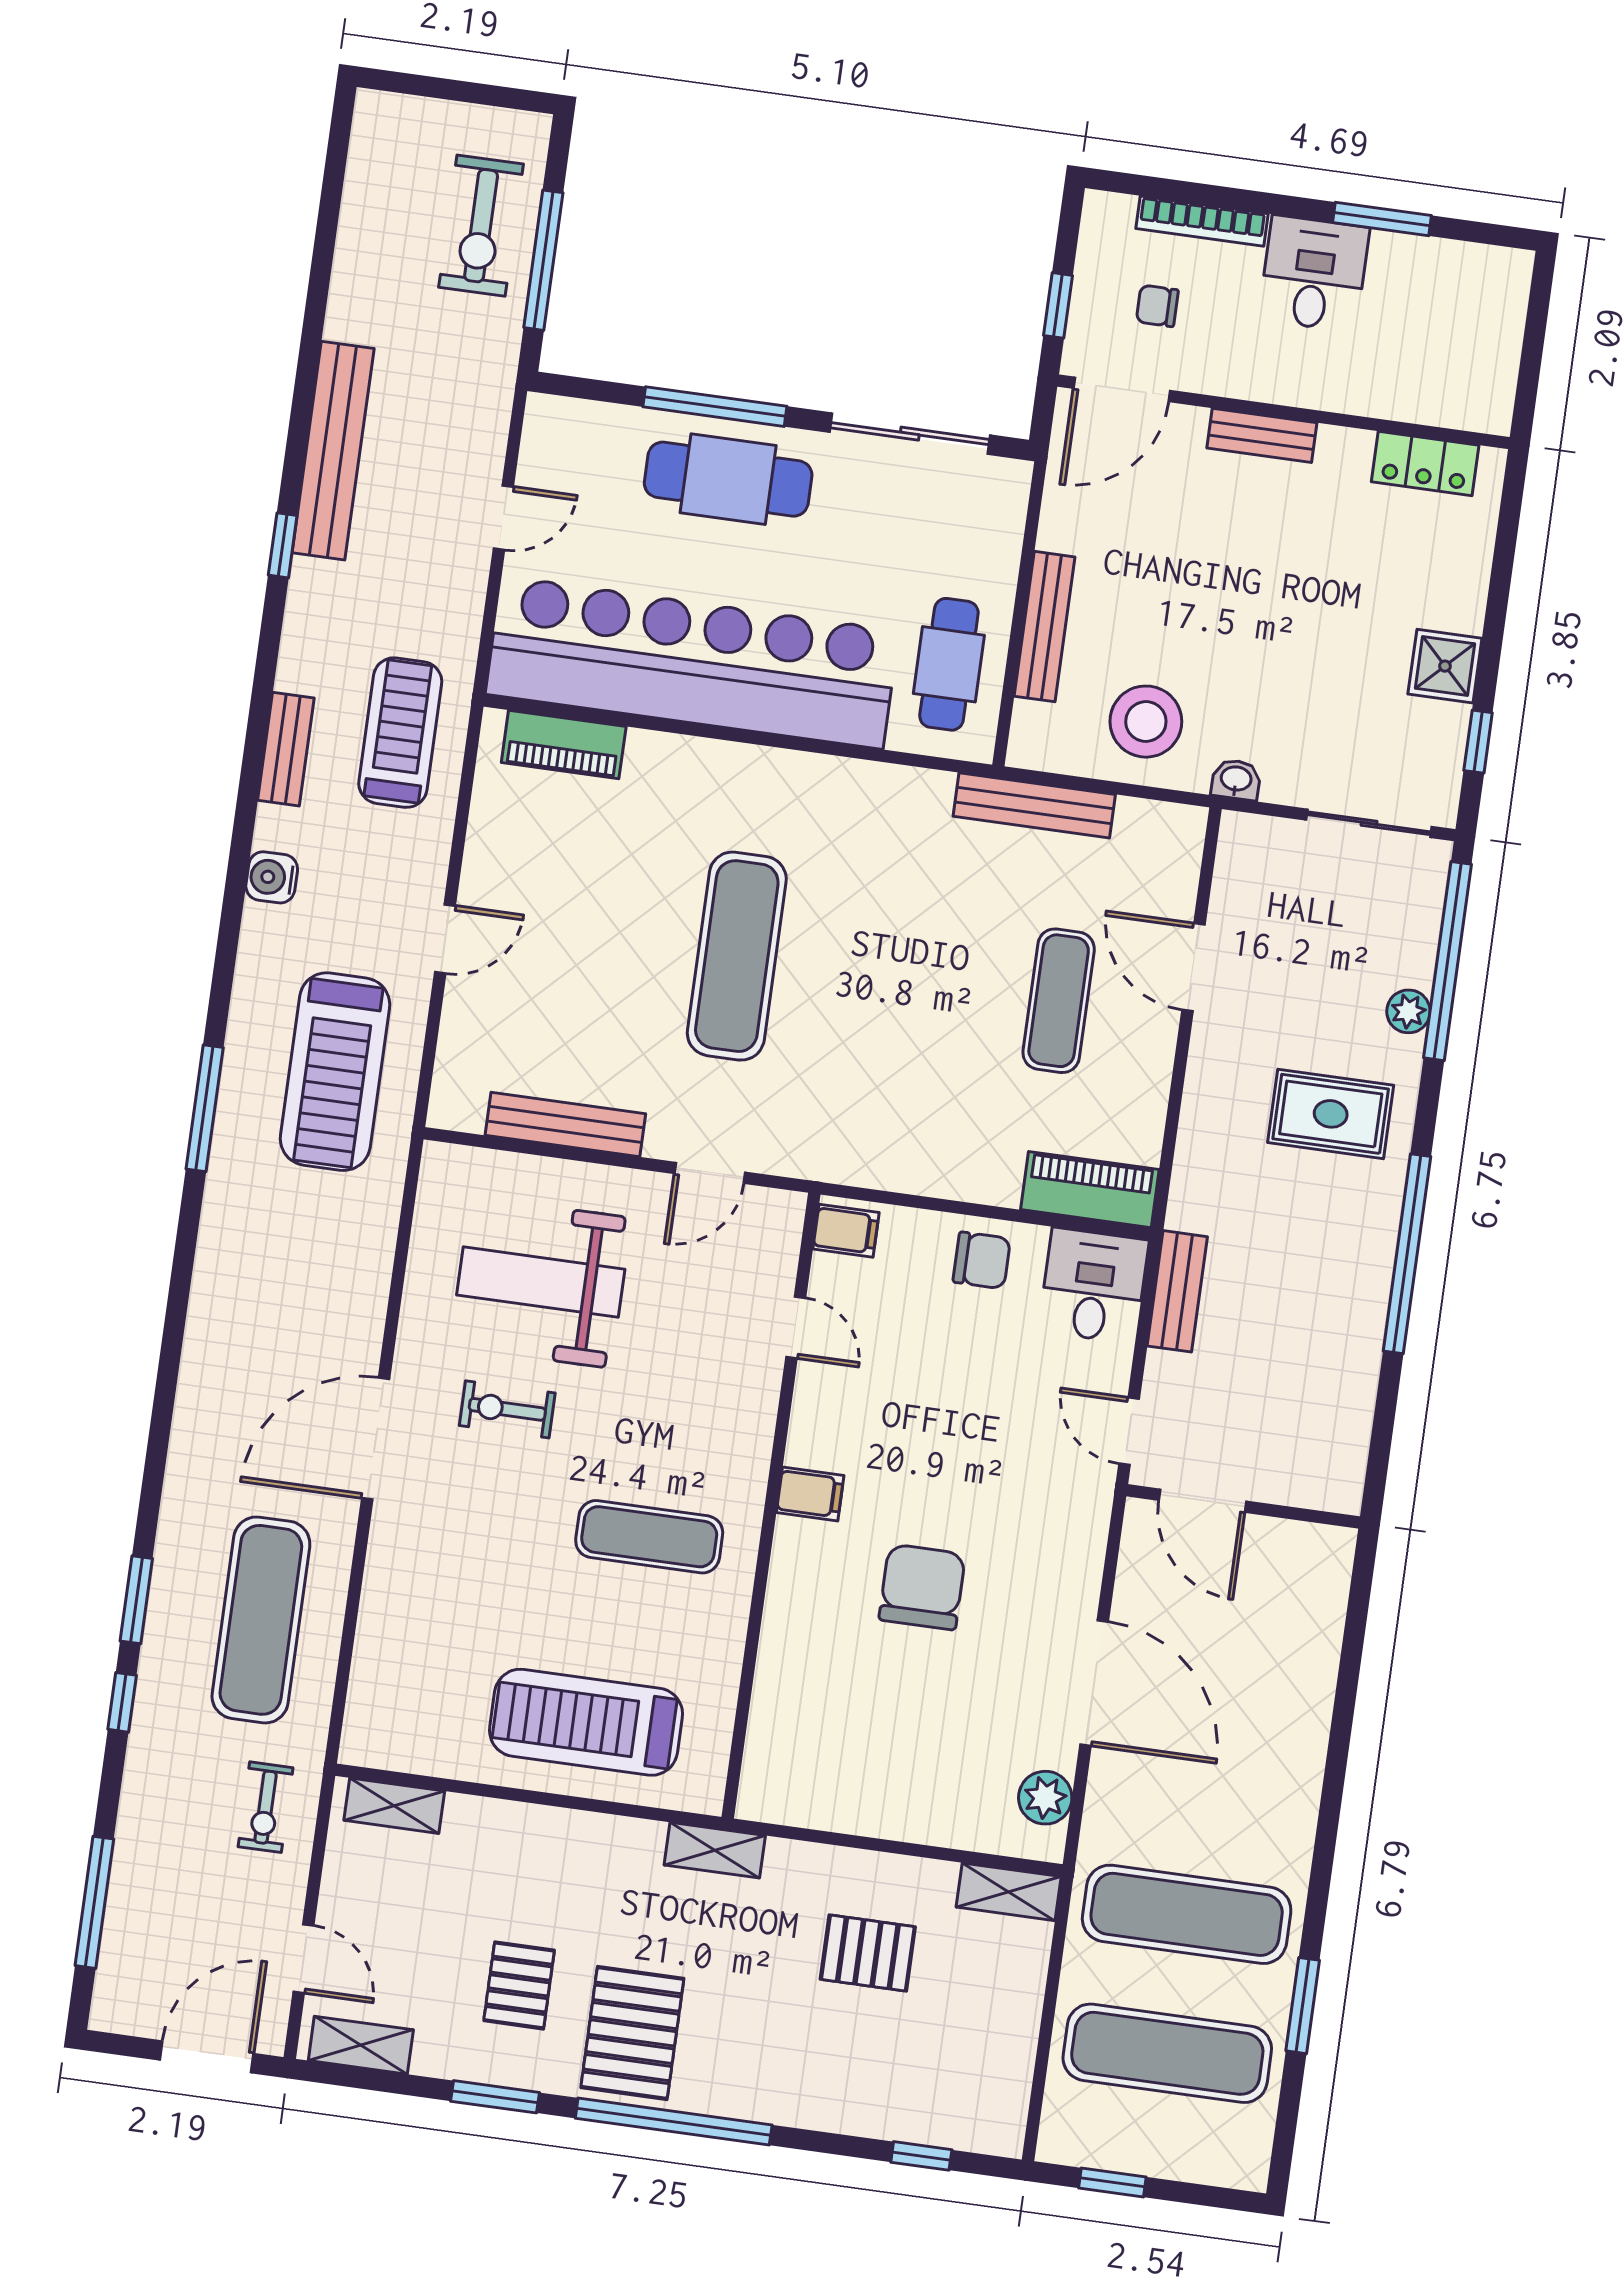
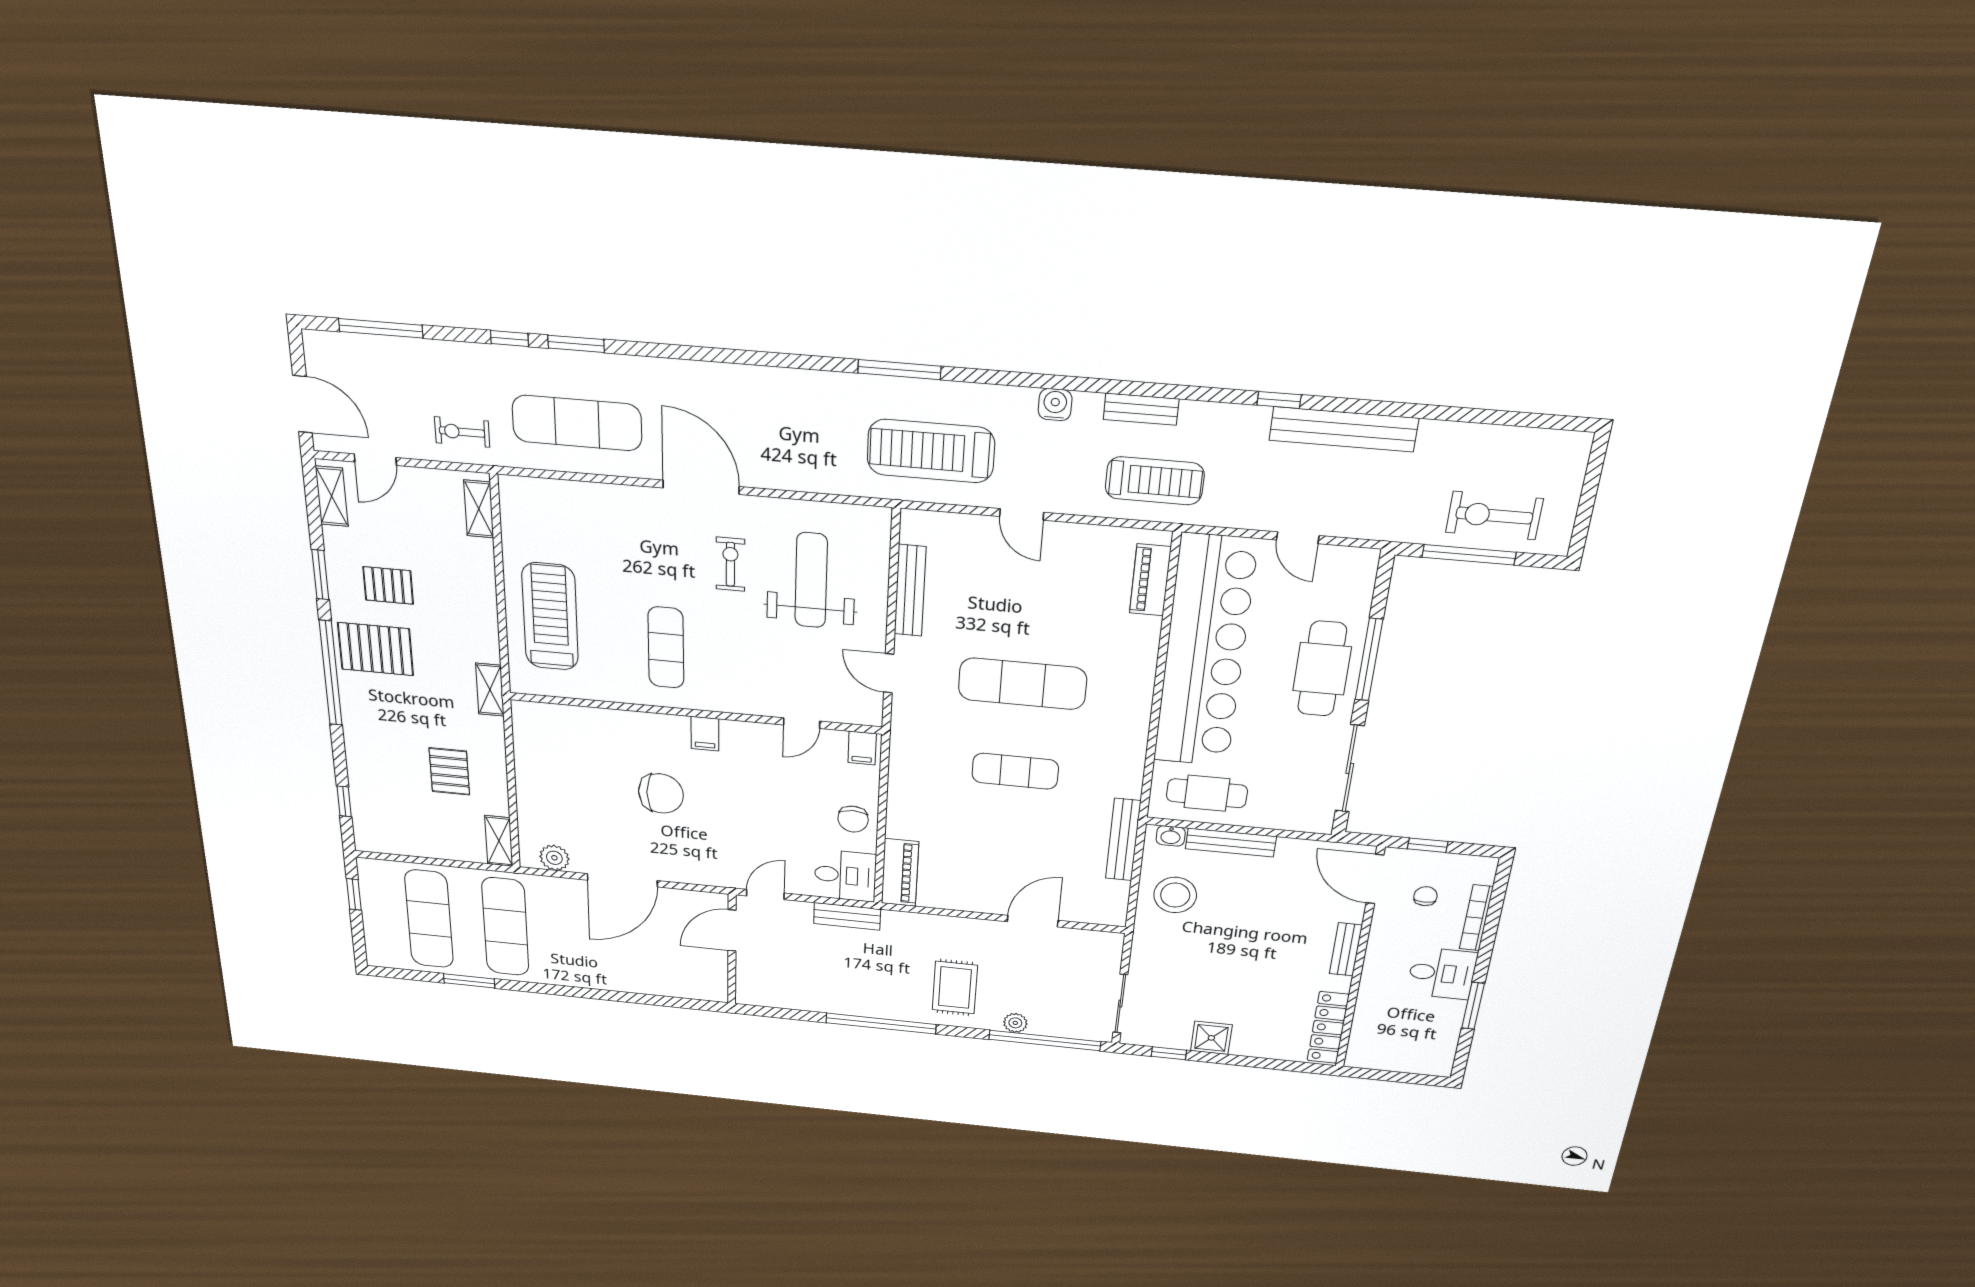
locker: (1425, 464) -> (1328, 1028), width x1.53
washbasin: (1236, 780) -> (1171, 836), moved, turned 90
exercise mat: (1059, 1001) -> (1015, 771), moved

